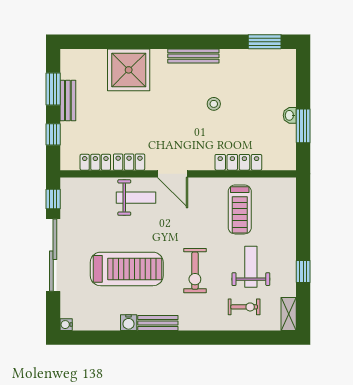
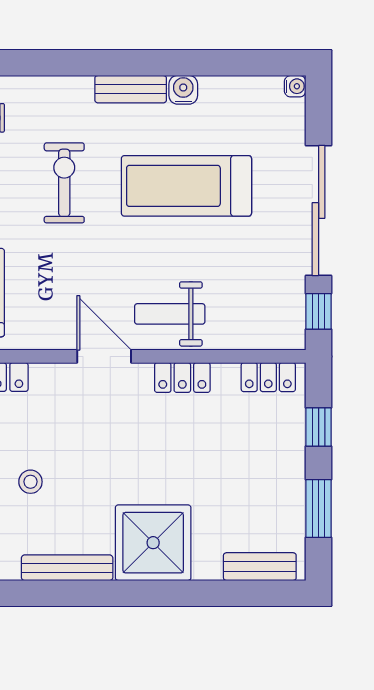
shower: (129, 70) -> (153, 543), moved
bench: (68, 101) -> (260, 567), moved, turned 90
locker: (95, 162) -> (268, 377), moved

